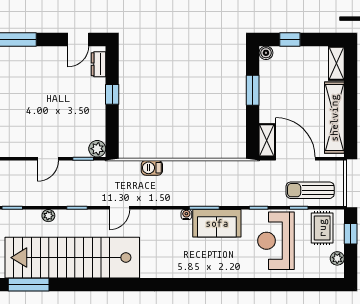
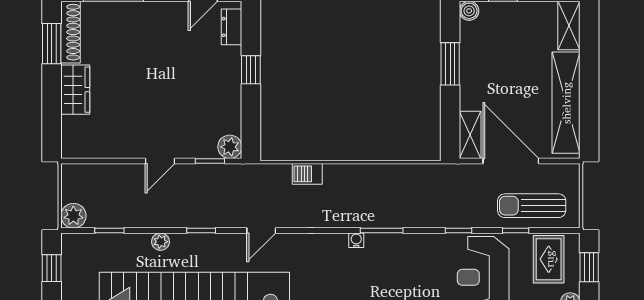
sofa: (217, 223) -> (400, 253), removed

